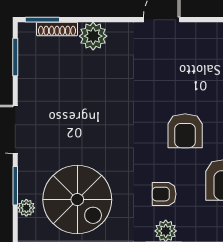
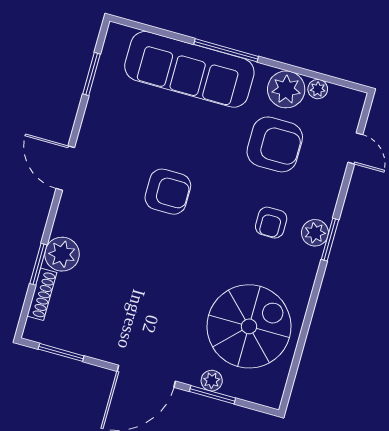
window: (42, 20) -> (38, 264), moved
armchair: (185, 131) -> (168, 192), moved
plant: (26, 208) -> (212, 381), moved

